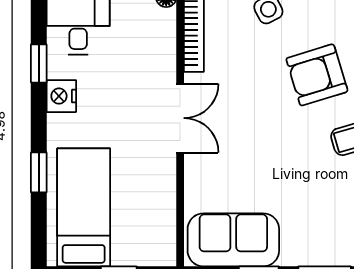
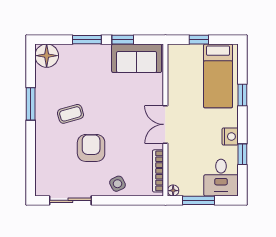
armchair: (317, 75) -> (91, 148), turned -73

